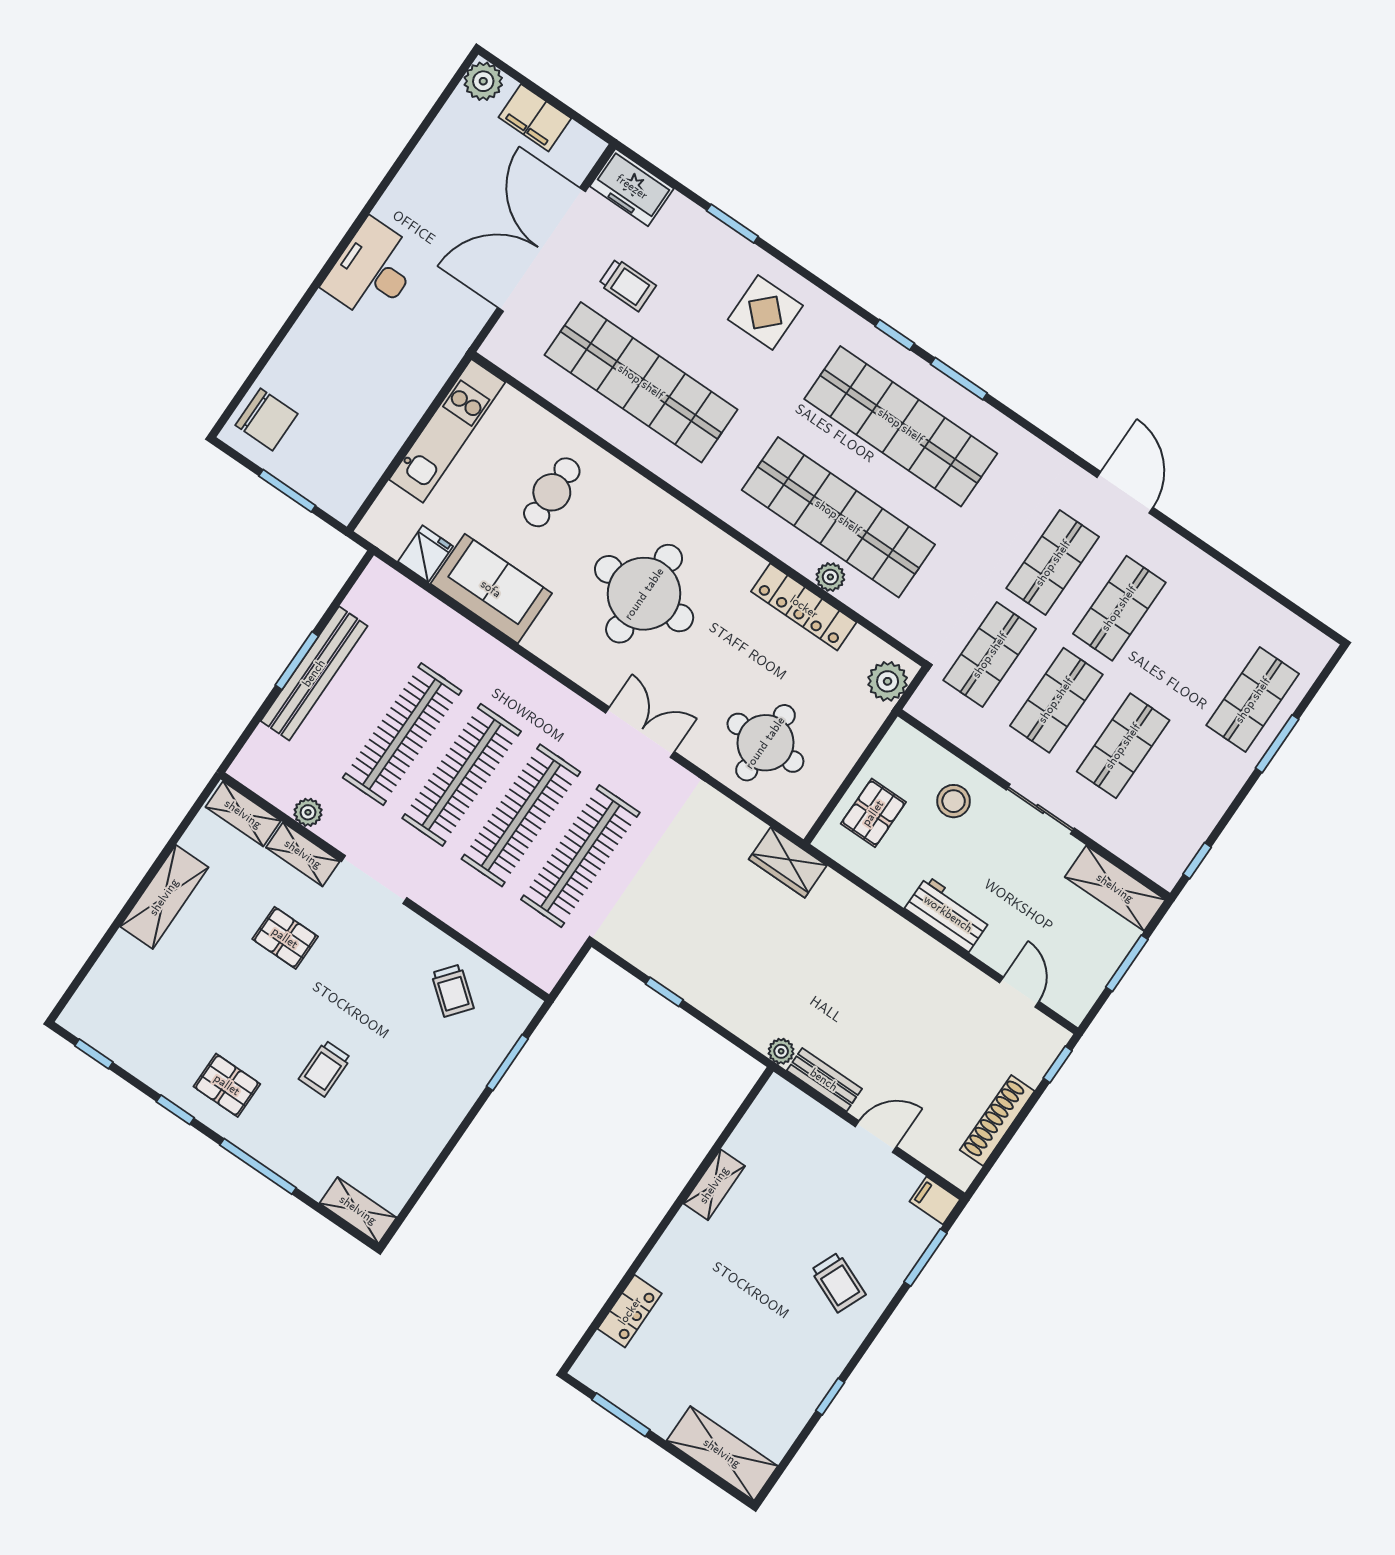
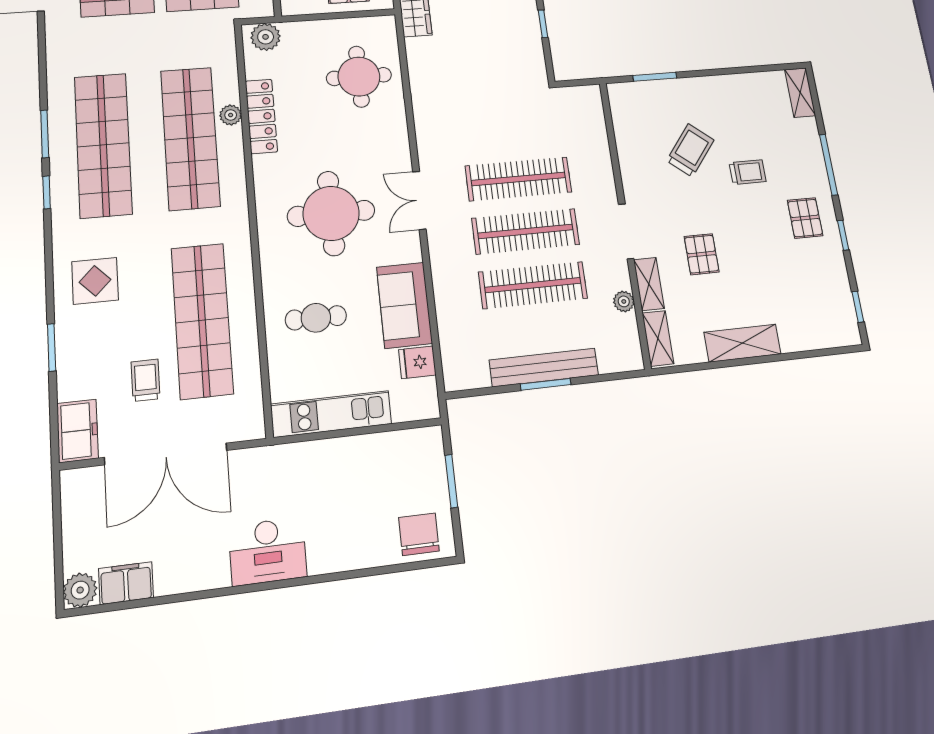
filing cabinet: (535, 118) -> (126, 583), moved, turned -90
double door: (640, 732) -> (419, 200), moved
clothes rail: (580, 856) -> (511, 128), removed
trolley: (452, 991) -> (690, 150), moved, width x1.36, depth x1.39

